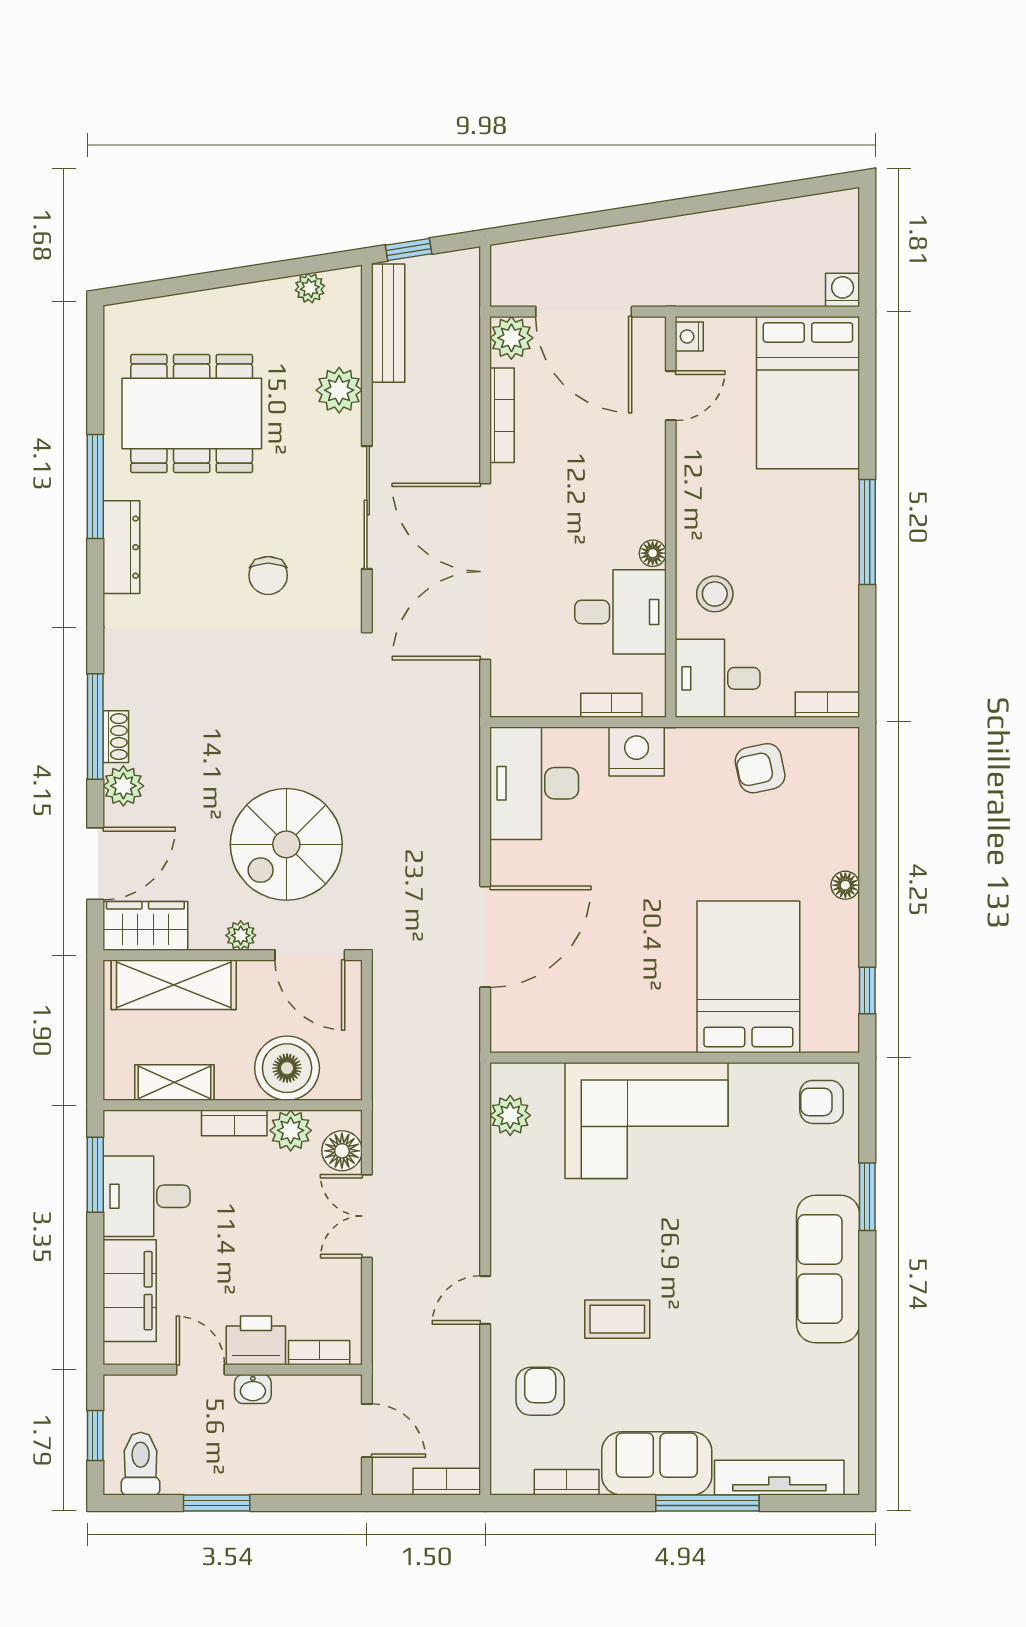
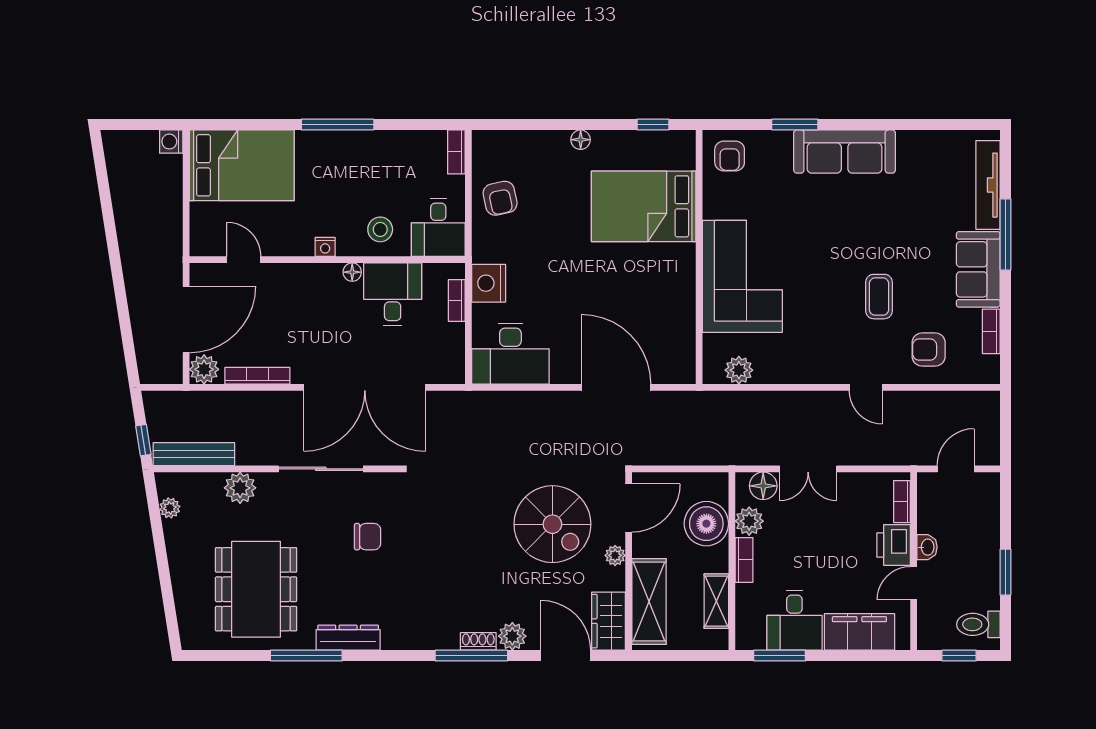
nightstand: (689, 337) -> (325, 247), moved
bookcase: (447, 1482) -> (991, 414), removed

